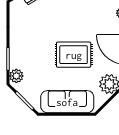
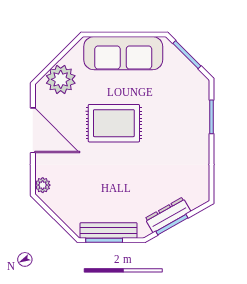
plant: (16, 76) -> (199, 92), removed

